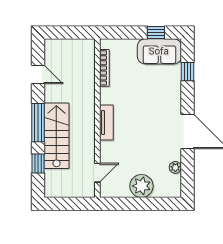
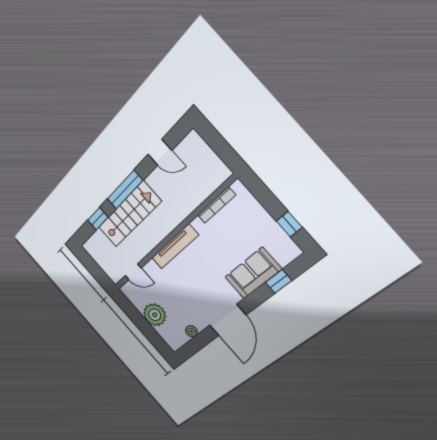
sofa: (159, 51) -> (253, 273), moved, turned 90
door: (38, 75) -> (160, 152), hinge flipped
tv unit: (106, 123) -> (175, 247), width x1.41

